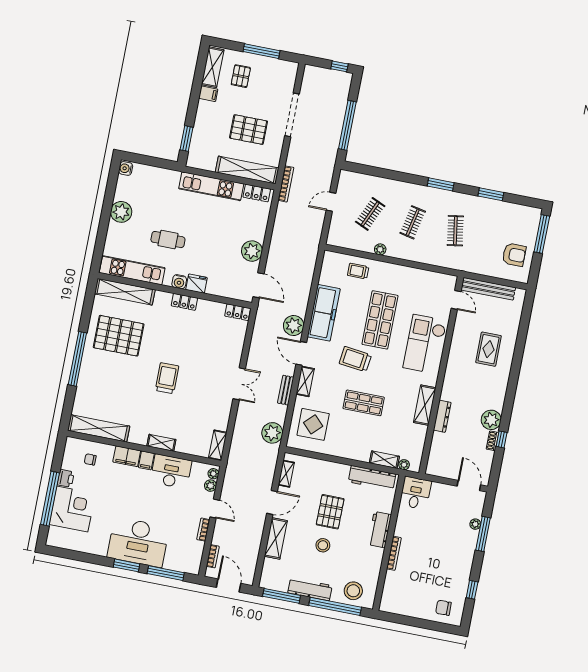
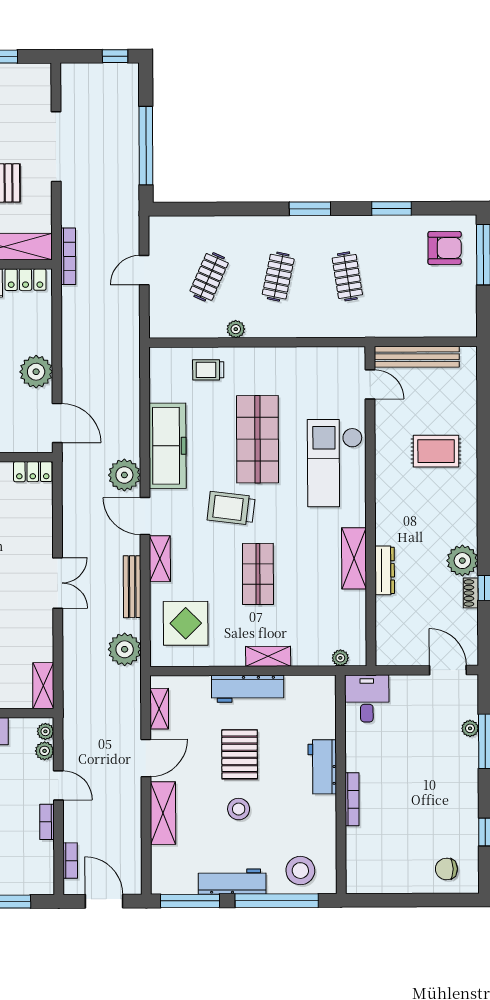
armchair: (514, 255) -> (445, 248), moved
rug: (488, 349) -> (436, 451), turned 90
bench: (286, 390) -> (132, 587), width x1.36
shop shelf: (364, 403) -> (258, 574), turned 90
shelving: (384, 460) -> (268, 656), moved
workbench: (372, 478) -> (248, 689), moved

